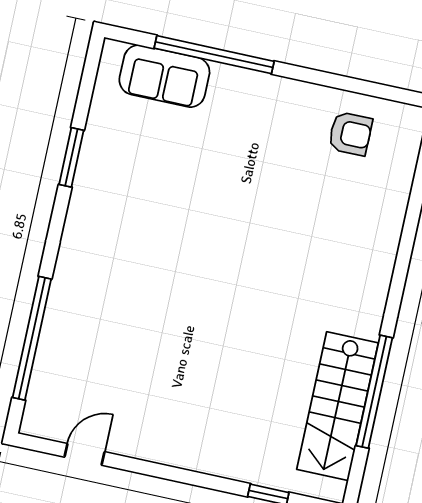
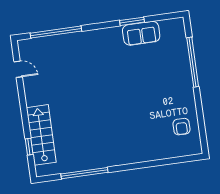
sofa: (164, 76) -> (141, 33), moved, turned -90
stairs: (337, 406) -> (41, 135), moved, turned 90

